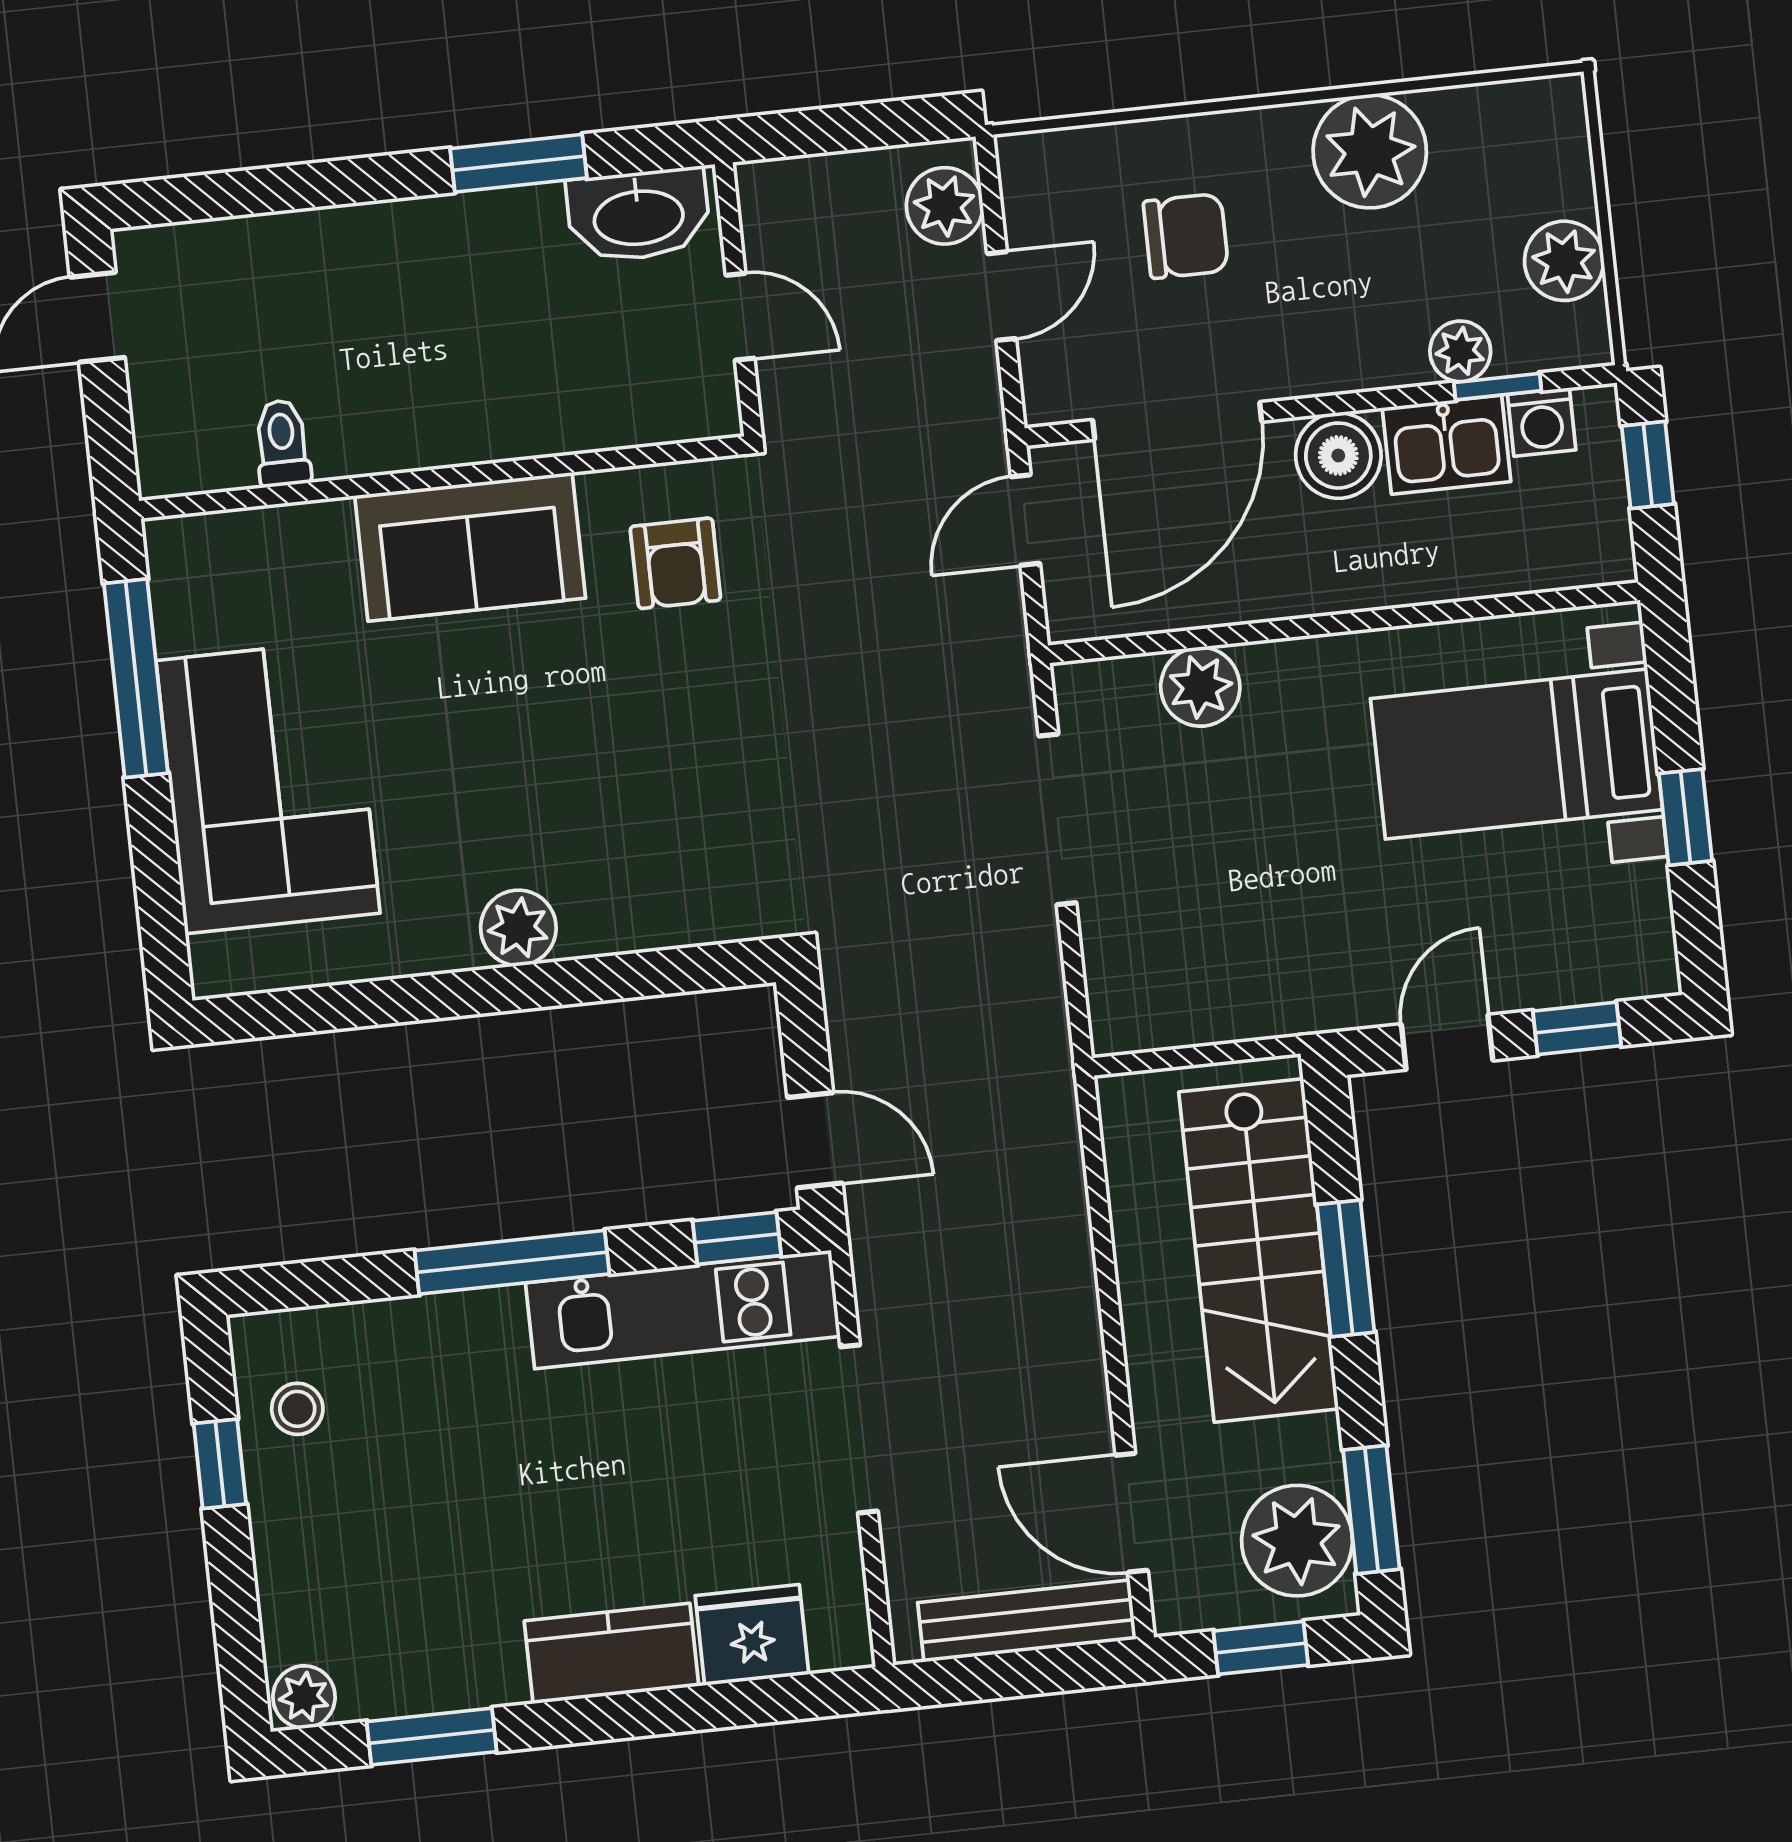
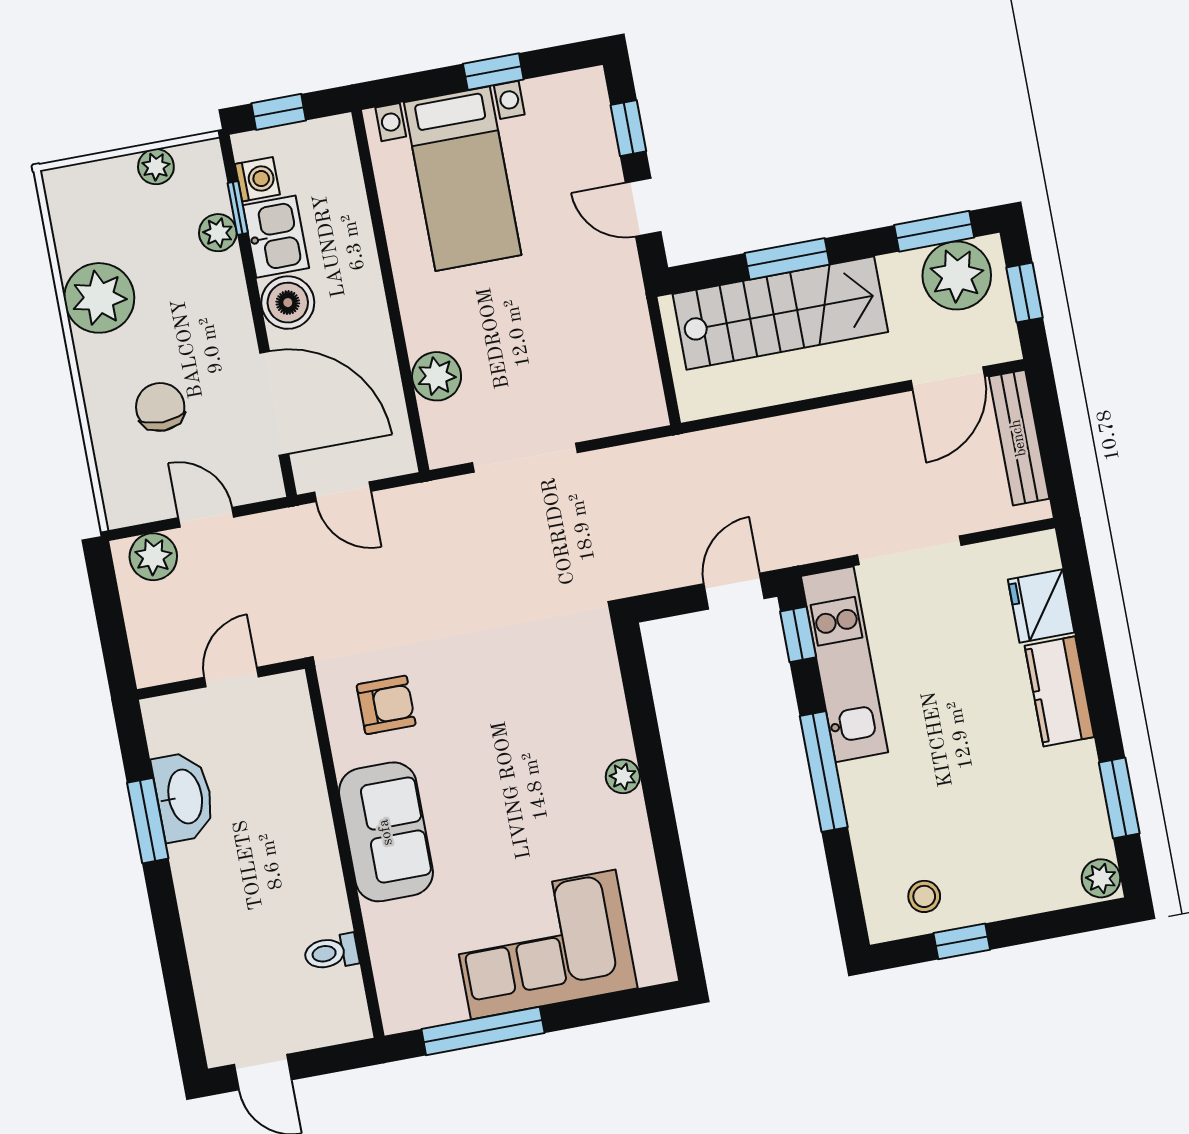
washbasin: (638, 215) -> (184, 797), moved
plant: (1564, 261) -> (156, 167), width x0.73, depth x0.73
plant: (518, 928) -> (623, 776), width x0.73, depth x0.73

